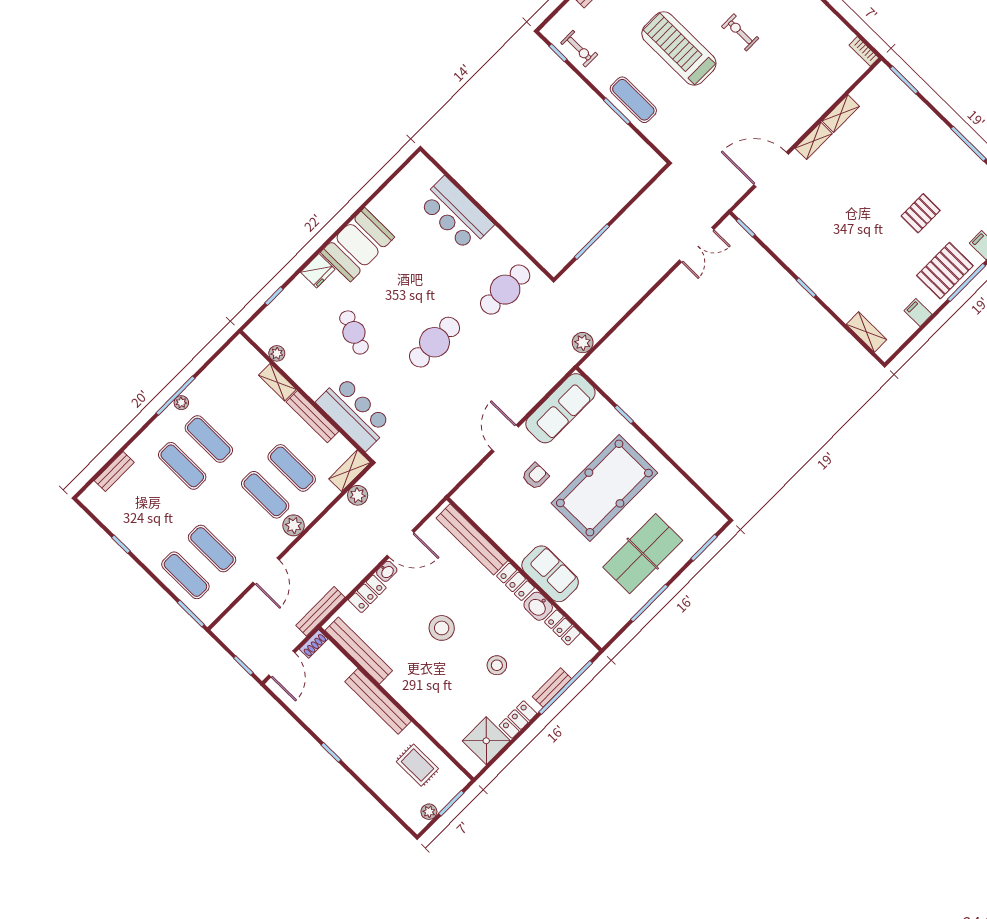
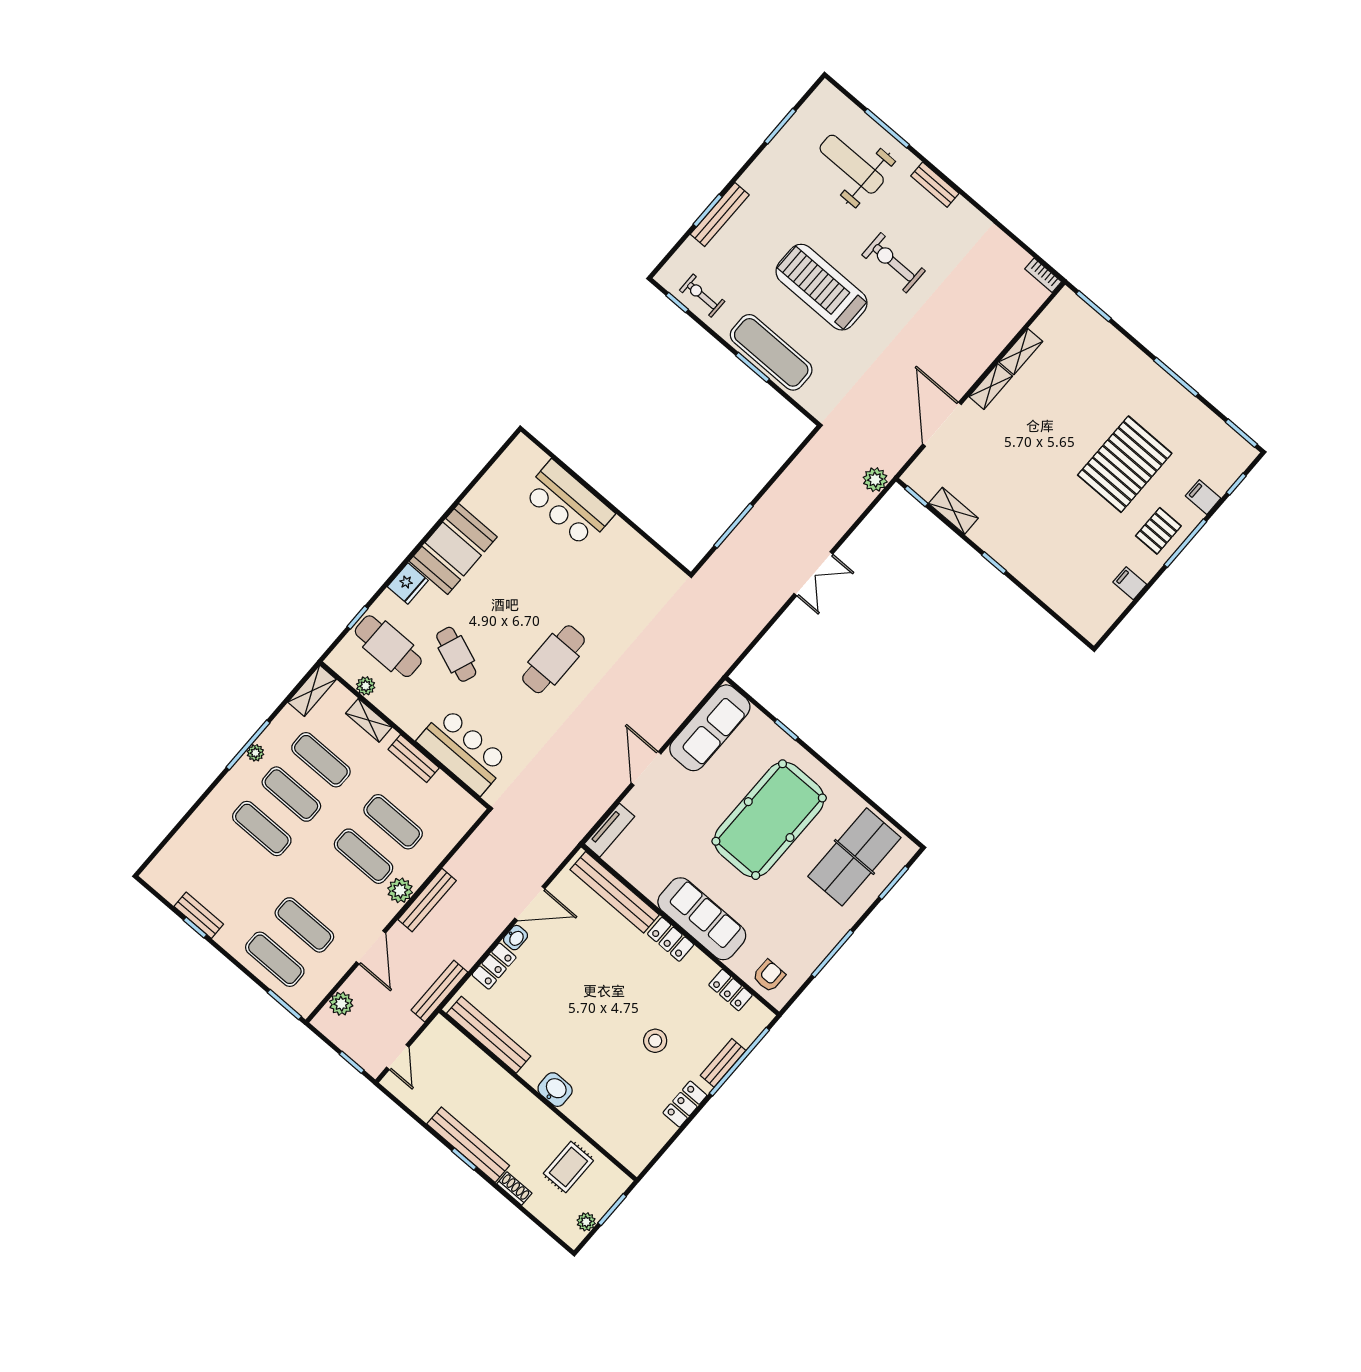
exercise bike: (740, 32) -> (894, 263), width x1.38, depth x1.39
exercise bike: (579, 49) -> (702, 296), turned 180
exercise mat: (633, 100) -> (771, 352), width x1.36, depth x1.45
door: (771, 169) -> (942, 424), hinge flipped
pallet: (921, 213) -> (1125, 464), width x2.05, depth x2.00
double door: (697, 245) -> (813, 574), moved
pallet: (945, 271) -> (1158, 531), width x0.67, depth x0.71
cafe table: (505, 290) -> (388, 646), moved, turned 90
shelving: (866, 332) -> (953, 511), moved
plant: (583, 343) -> (875, 480), moved
exercise mat: (235, 412) -> (321, 760), added
bench: (312, 417) -> (414, 759), width x0.73
bench: (114, 471) -> (199, 915), moved, turned 90
shelving: (350, 471) -> (312, 691), moved
armchair: (535, 476) -> (769, 976), moved
tv unit: (471, 488) -> (610, 830), added
plant: (358, 495) -> (341, 1004), moved
bench: (315, 535) -> (427, 900), added
table tennis table: (643, 554) -> (854, 857), moved
sofa: (550, 574) -> (702, 919), width x1.36
washbasin: (538, 606) -> (555, 1090), moved, turned 180
stool: (442, 628) -> (586, 1001), removed
shoe rack: (314, 644) -> (514, 1189), moved, turned -90
door: (282, 664) -> (398, 1057), width x0.73
bench: (378, 701) -> (468, 1145), moved
shower: (486, 741) -> (649, 1132), removed
rug: (417, 765) -> (568, 1167), turned 90

